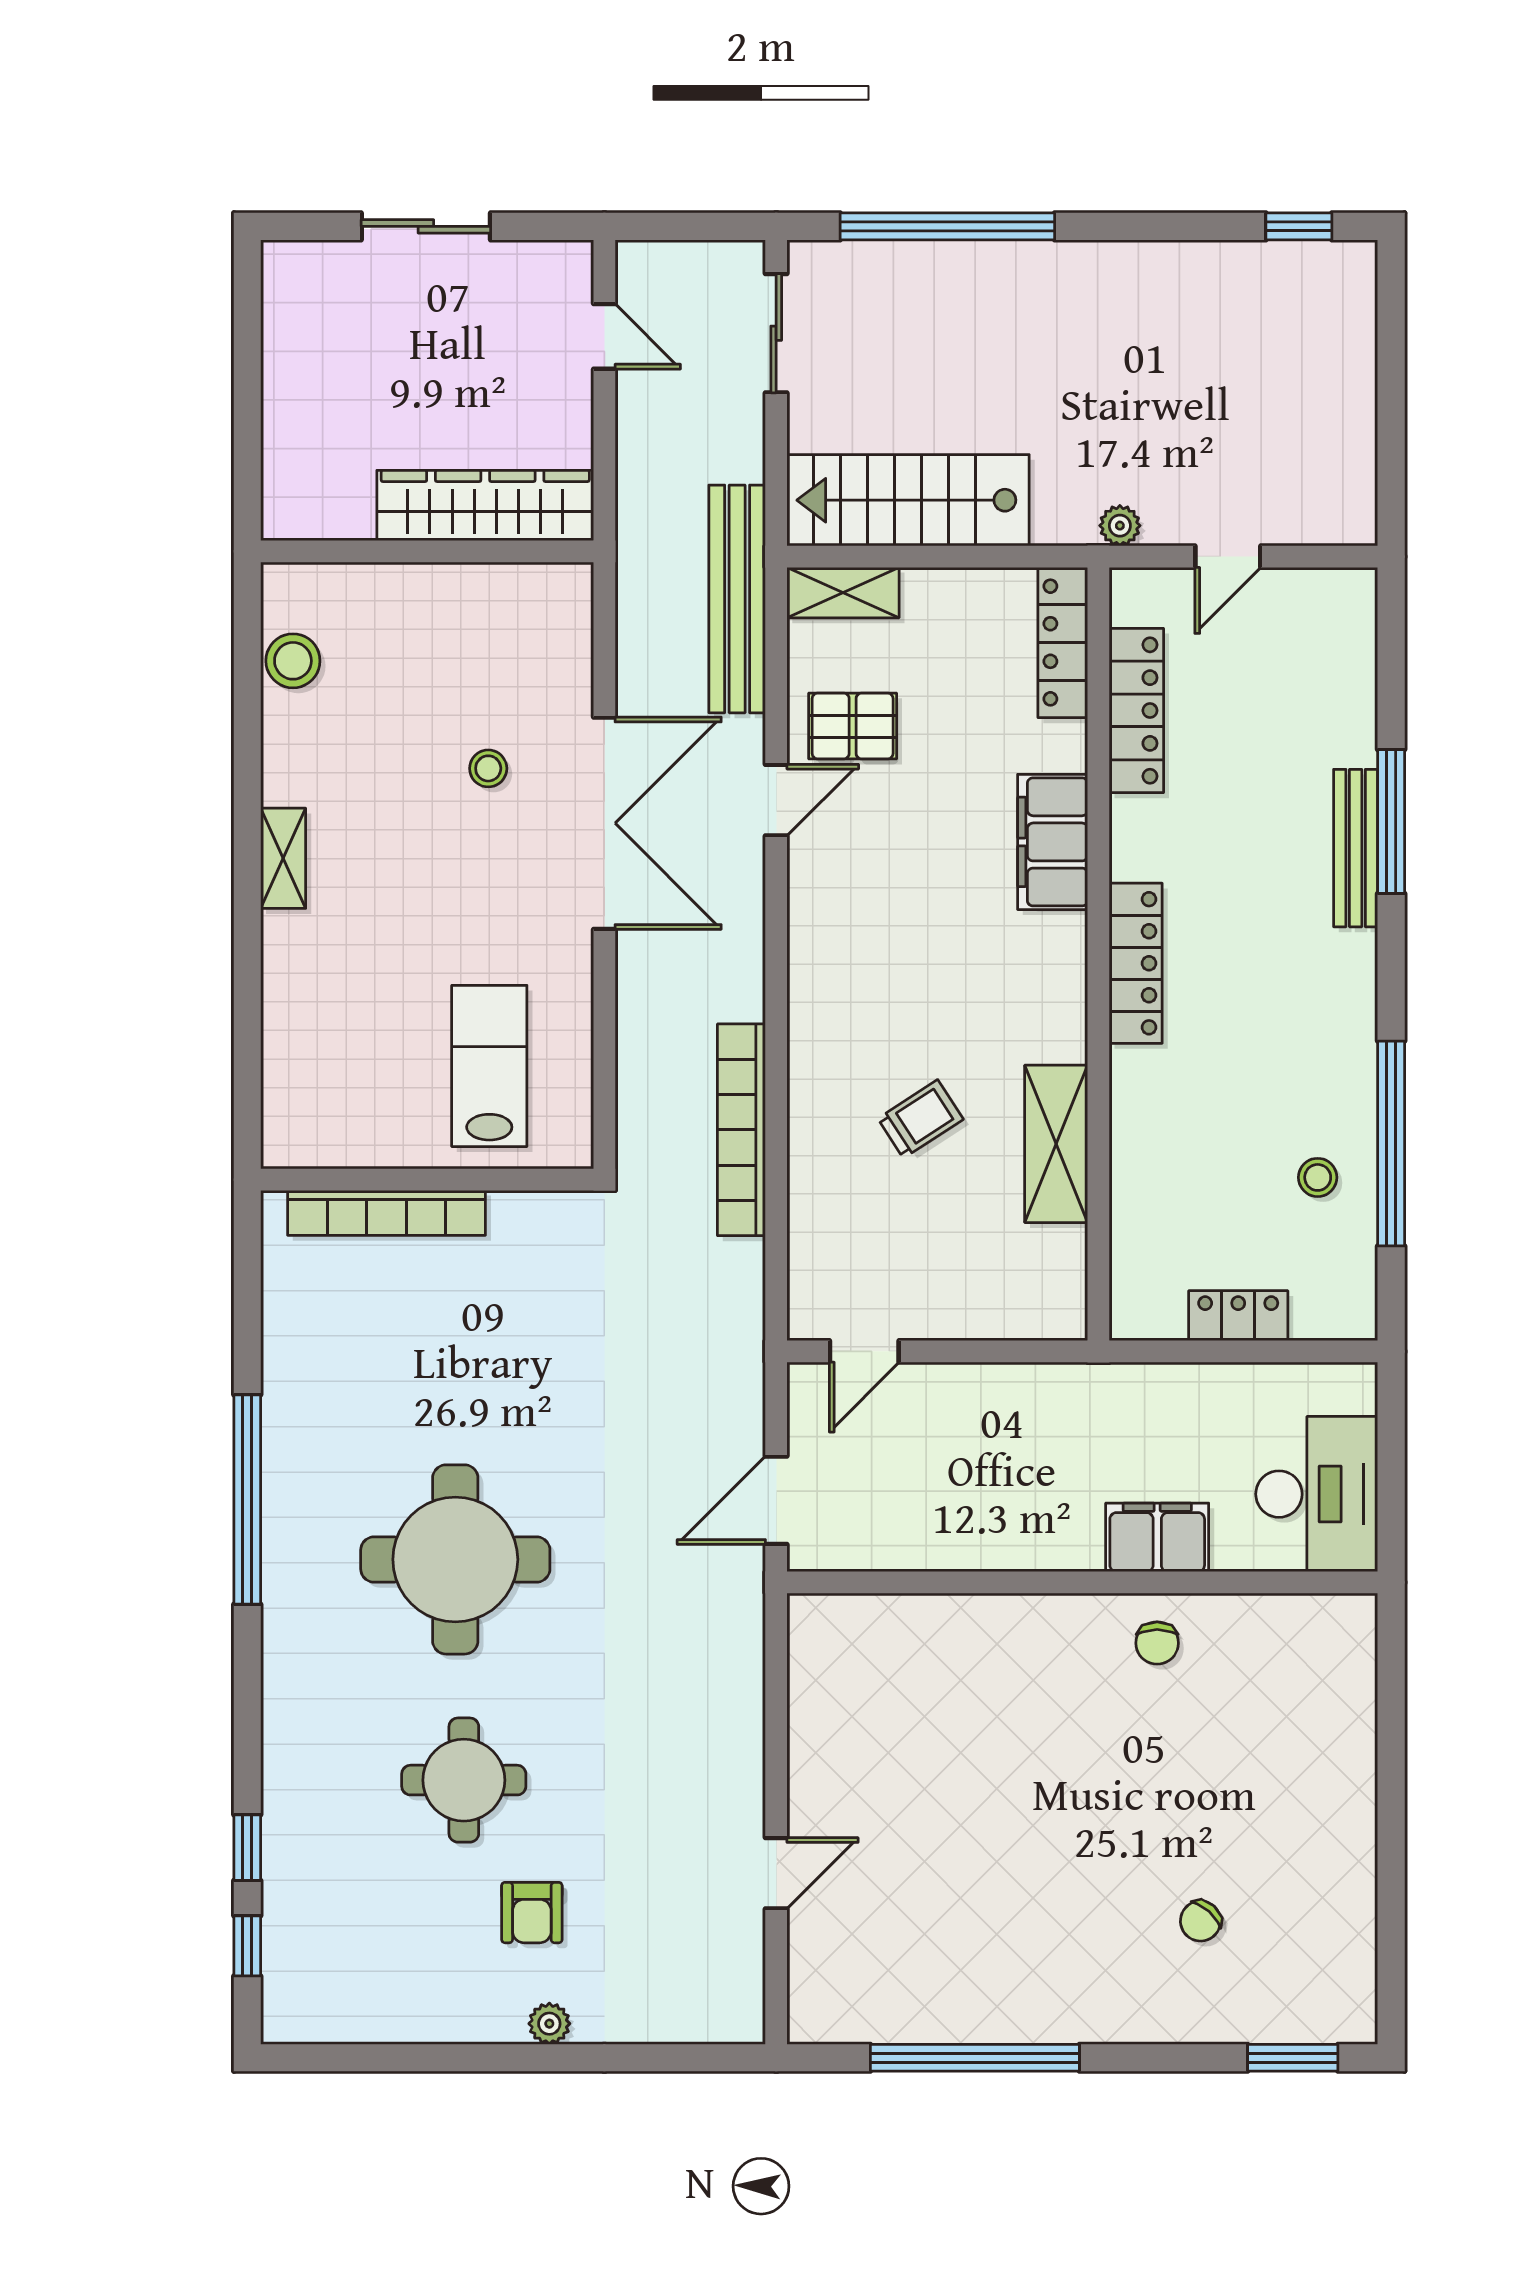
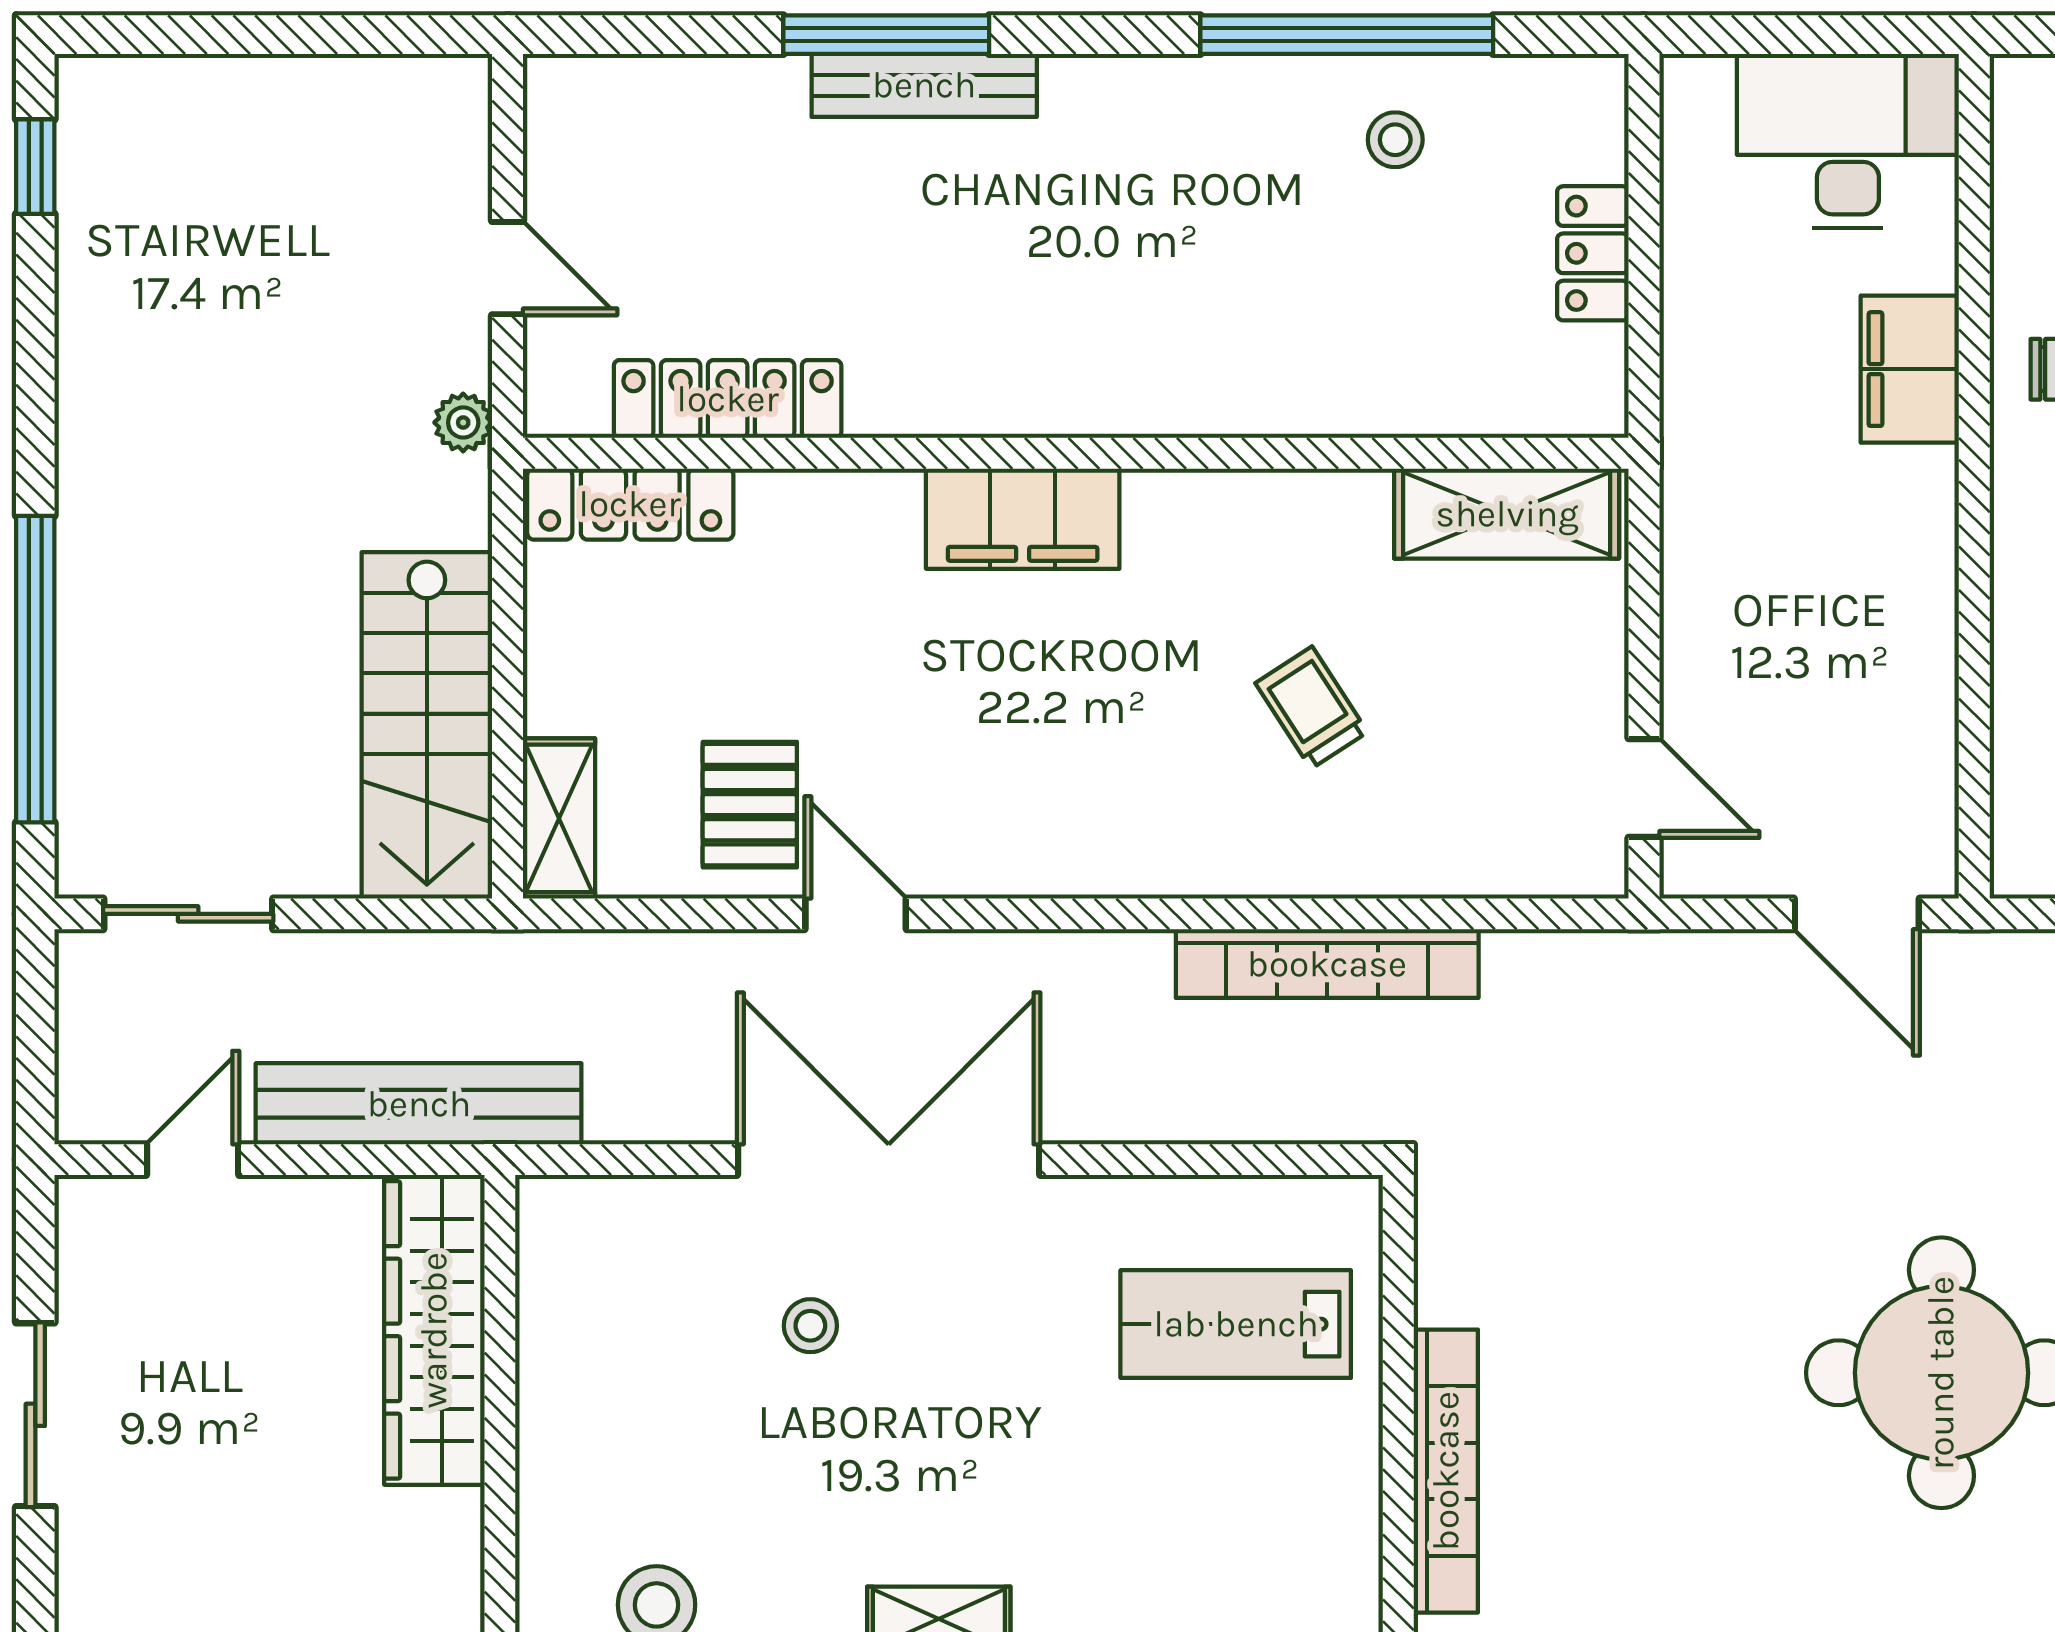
bench: (737, 599) -> (419, 1104), moved
filing cabinet: (1053, 842) -> (1023, 519), moved
locker: (1136, 963) -> (1089, 400), removed
shelving: (1056, 1144) -> (1507, 514), moved

